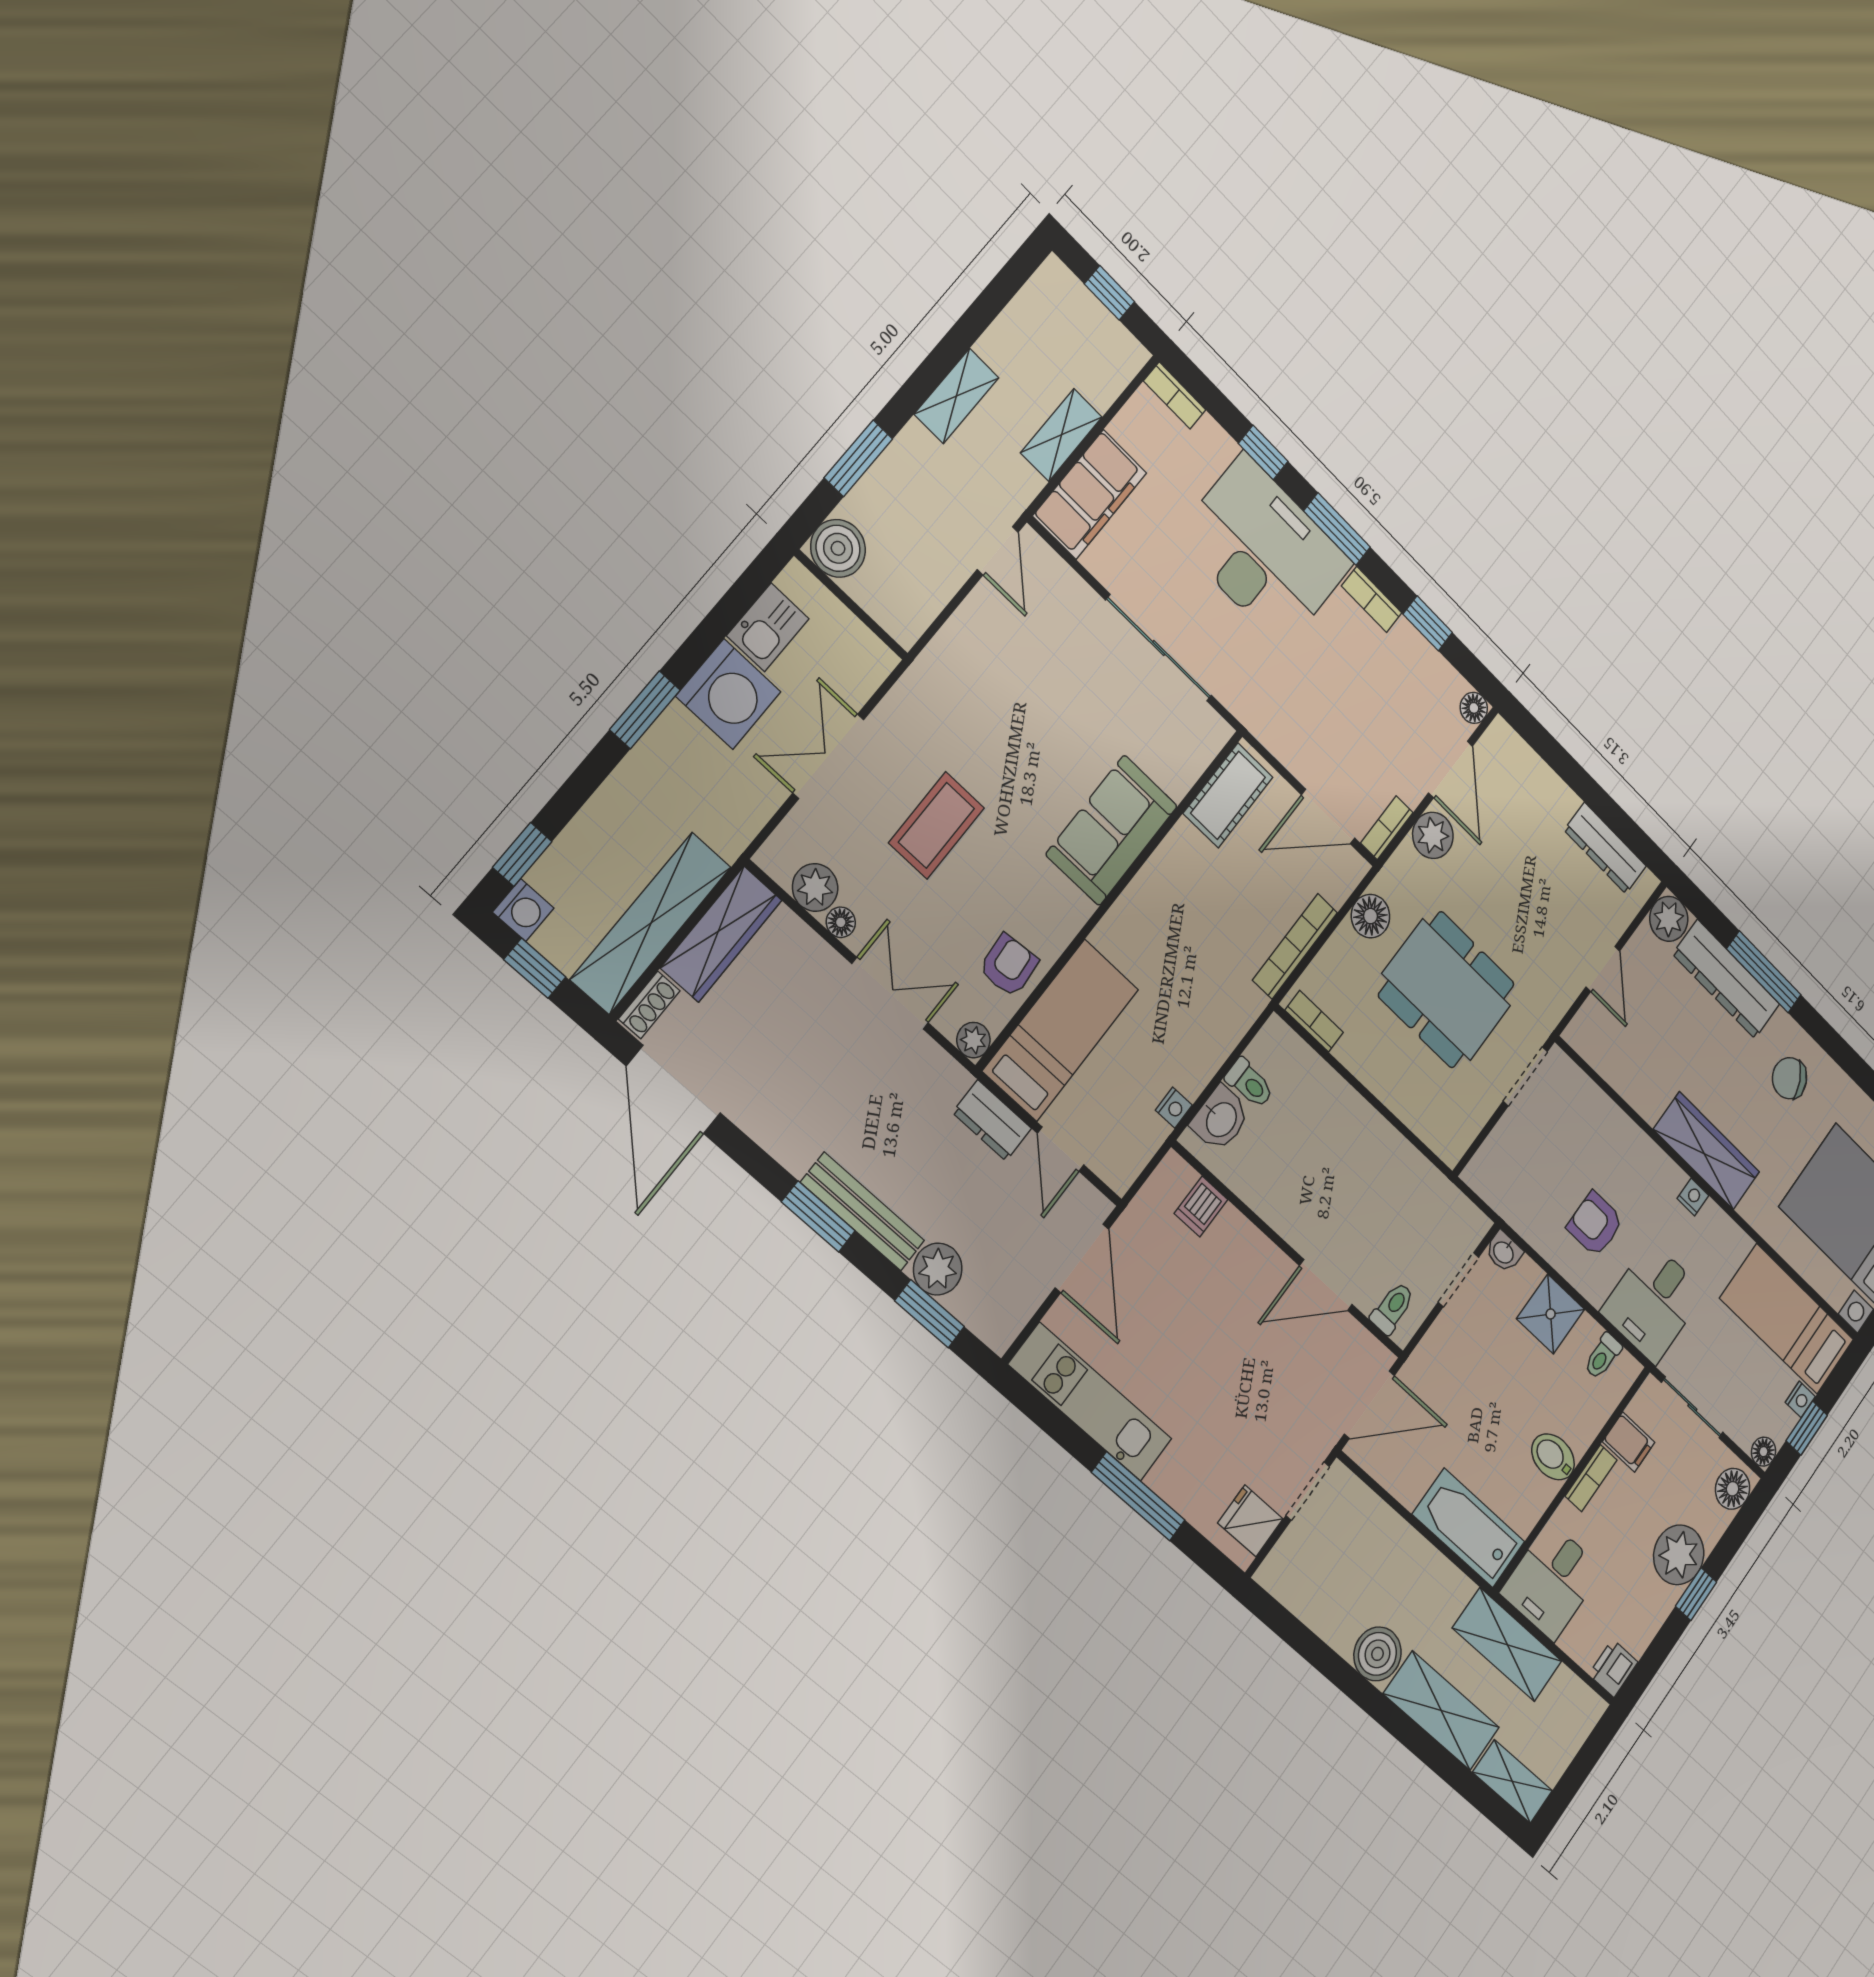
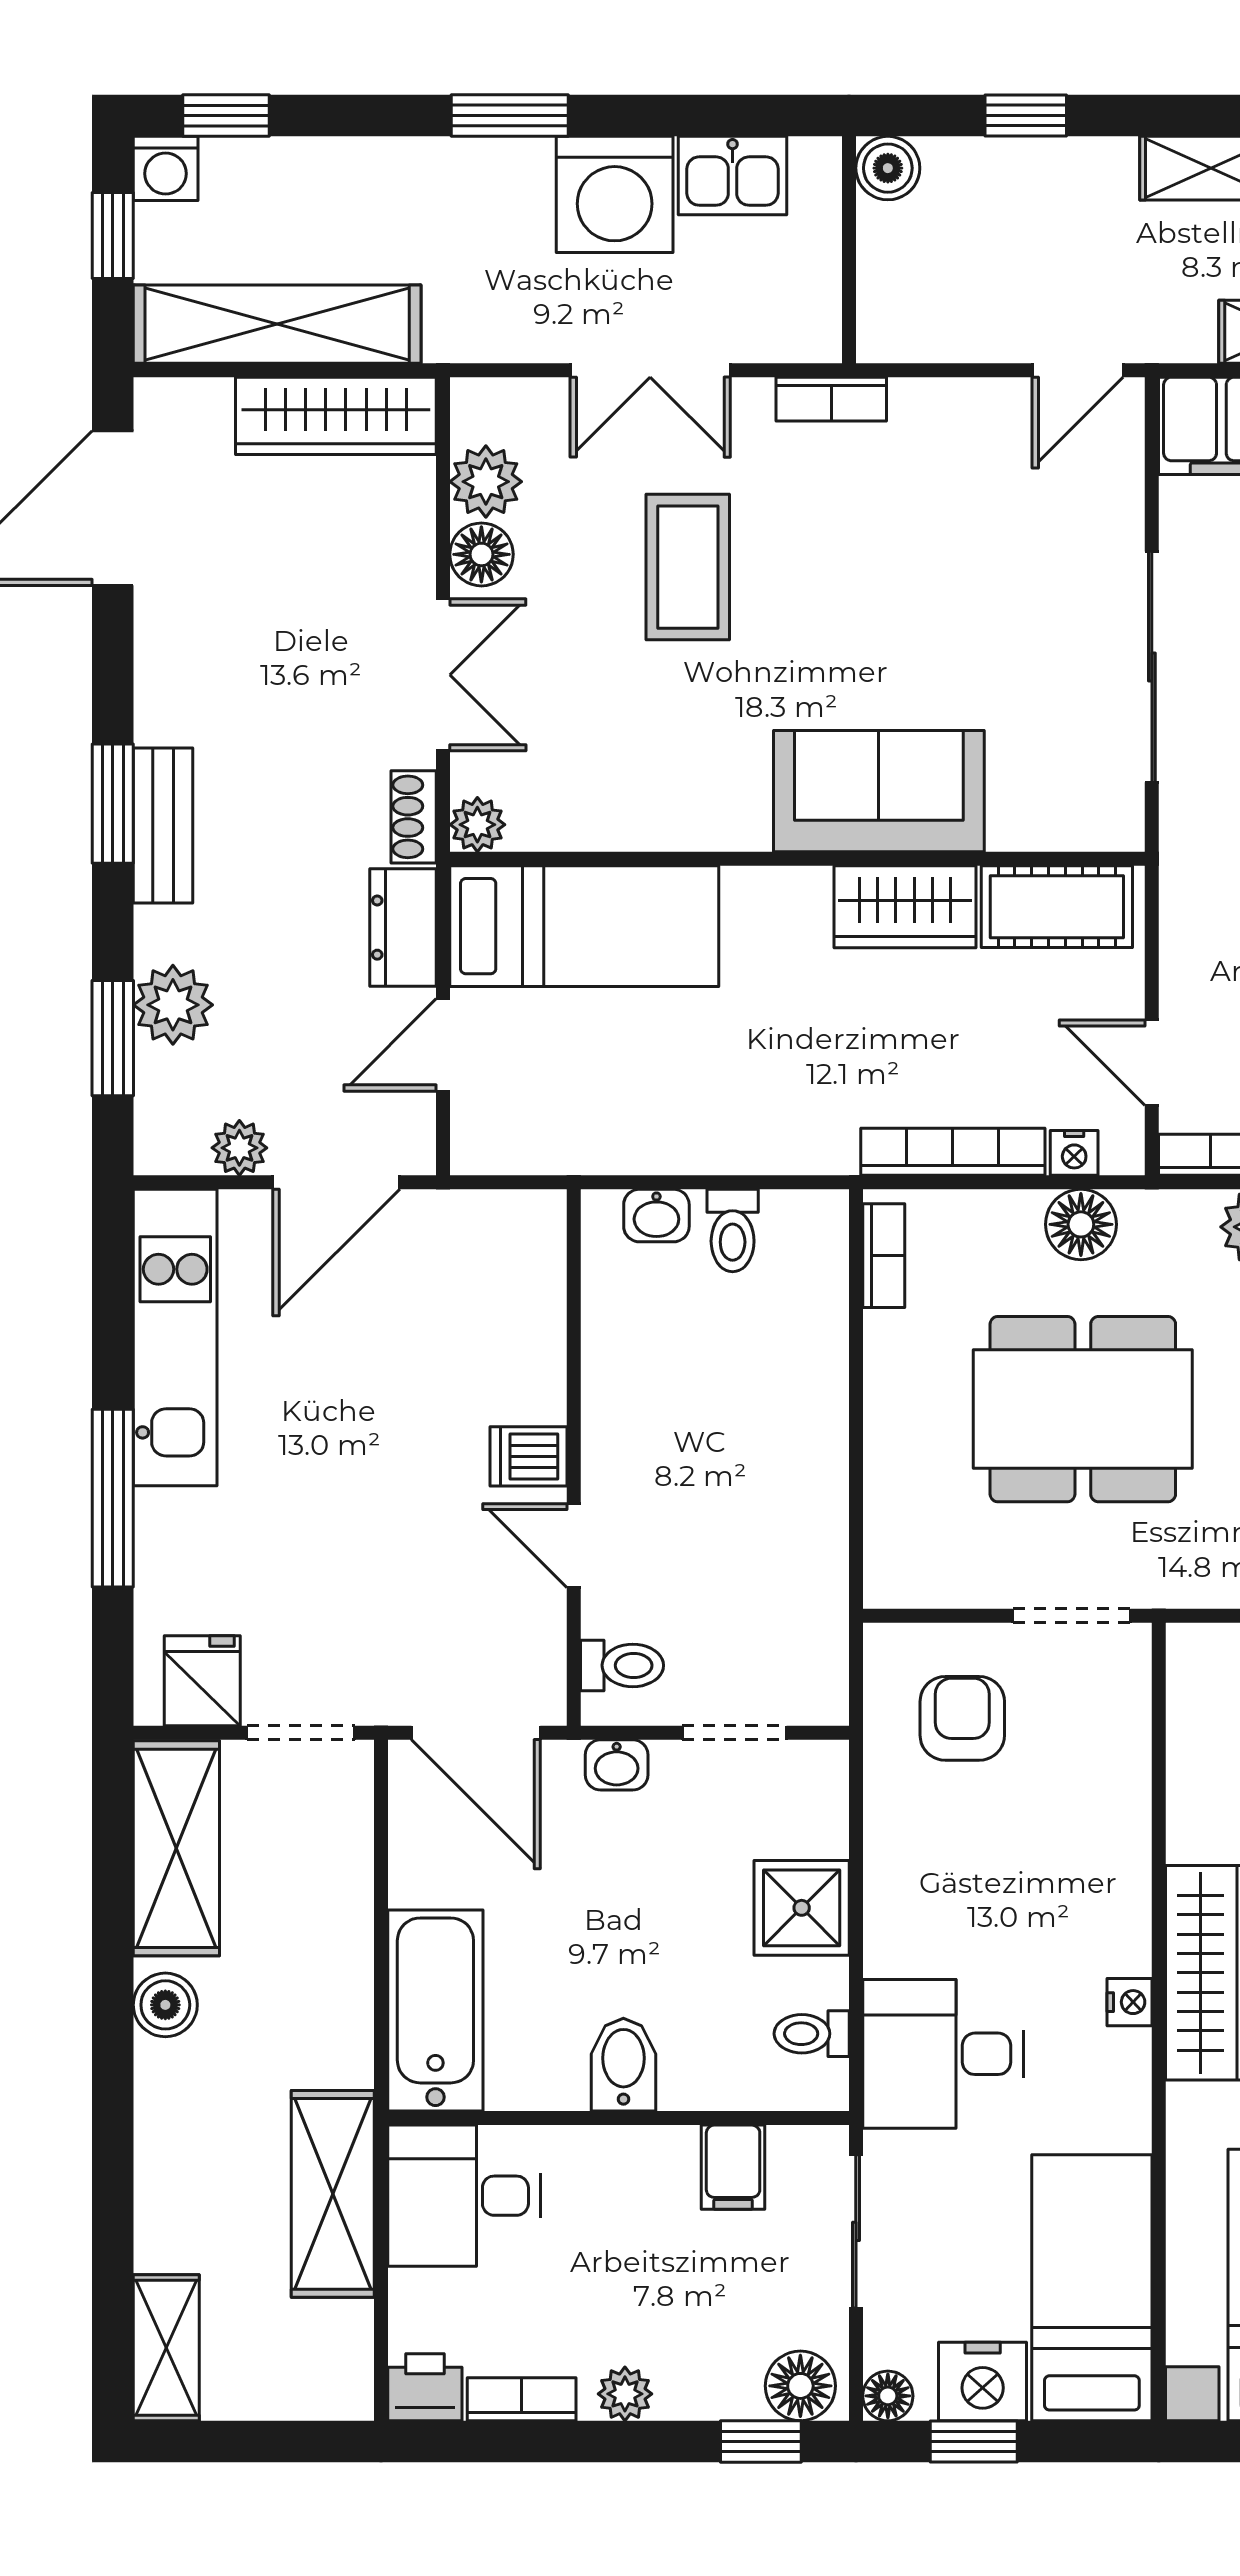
window: (858, 458) -> (1026, 116), width x0.67
boiler: (838, 548) -> (888, 168), width x0.73, depth x0.73
bookcase: (915, 681) -> (831, 399), added
double door: (828, 756) -> (650, 370), swing flipped
door: (1328, 817) -> (1152, 1063), width x0.73
coffee table: (936, 825) -> (688, 567), turned 90
wardrobe: (1172, 867) -> (905, 907), added
floor lamp: (841, 922) -> (481, 554), width x1.37, depth x1.37
armchair: (1009, 965) -> (603, 795), removed
dining table: (1447, 990) -> (1083, 1409), turned 90
shoe rack: (649, 1005) -> (414, 817), moved, turned 90
nightstand: (1174, 1108) -> (1074, 1153), moved
washbasin: (1220, 1119) -> (656, 1216), width x0.72, depth x0.69
dishwasher: (1201, 1207) -> (529, 1456), moved
bench: (863, 1211) -> (163, 826), width x0.73
armchair: (1595, 1224) -> (962, 1718), moved
washbasin: (1504, 1252) -> (617, 1765), moved, turned -90
door: (1326, 1285) -> (574, 1546), width x0.73
plant: (1029, 1293) -> (239, 1148), added
nightstand: (1800, 1399) -> (983, 2382), width x1.89, depth x1.79
bookcase: (1591, 1478) -> (522, 2399), moved, turned 180
plant: (1679, 1555) -> (625, 2394), width x0.53, depth x0.53
window: (1696, 1594) -> (761, 2442), moved
boiler: (1377, 1654) -> (165, 2005), width x0.73, depth x0.73
shelving: (1441, 1711) -> (176, 1848), moved

